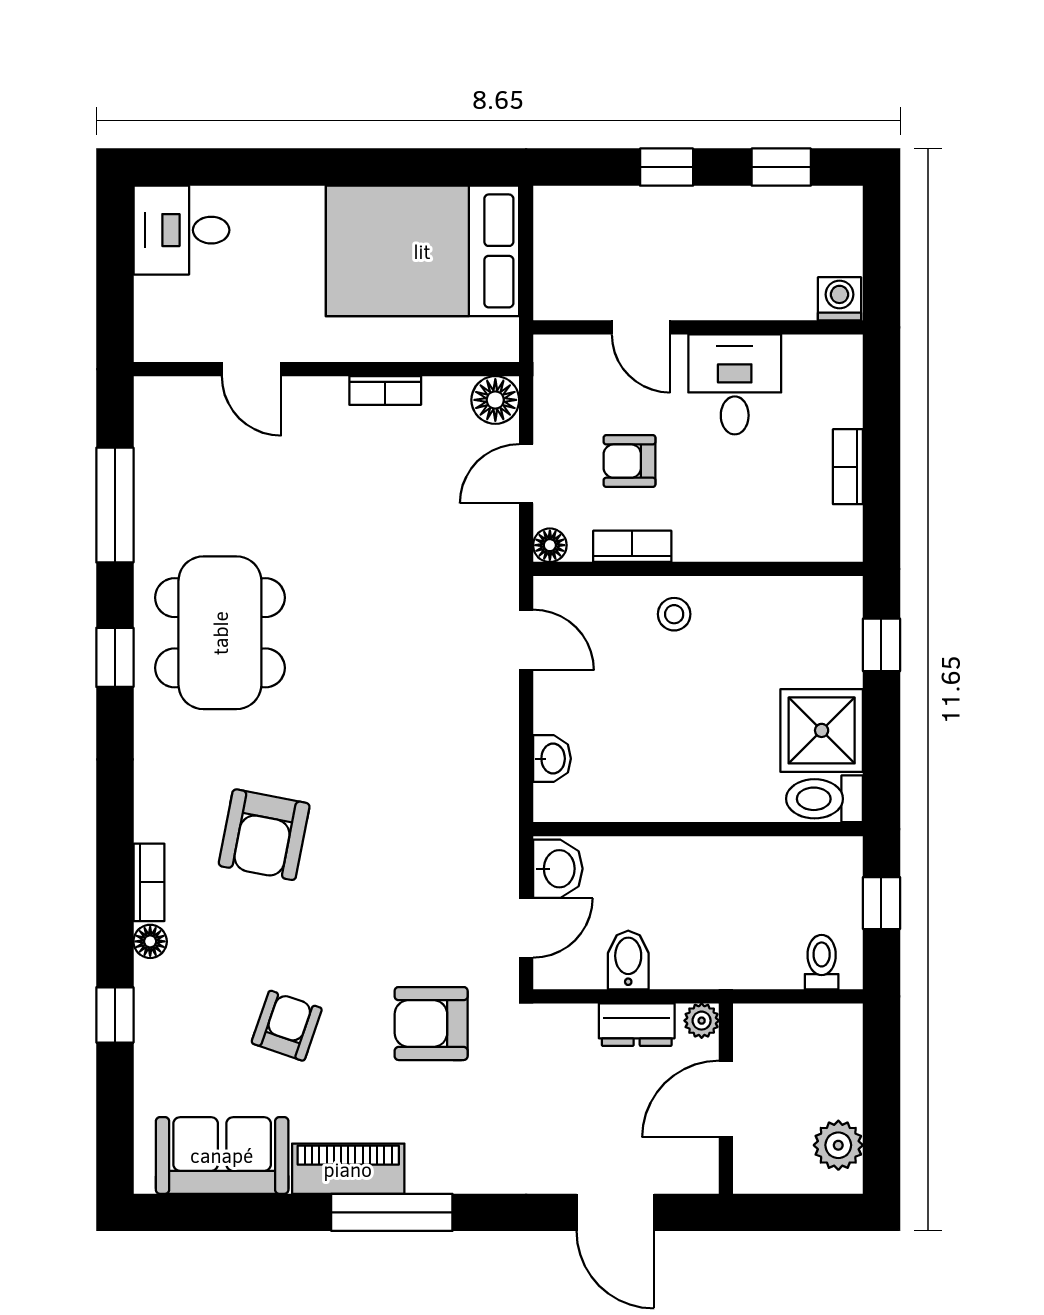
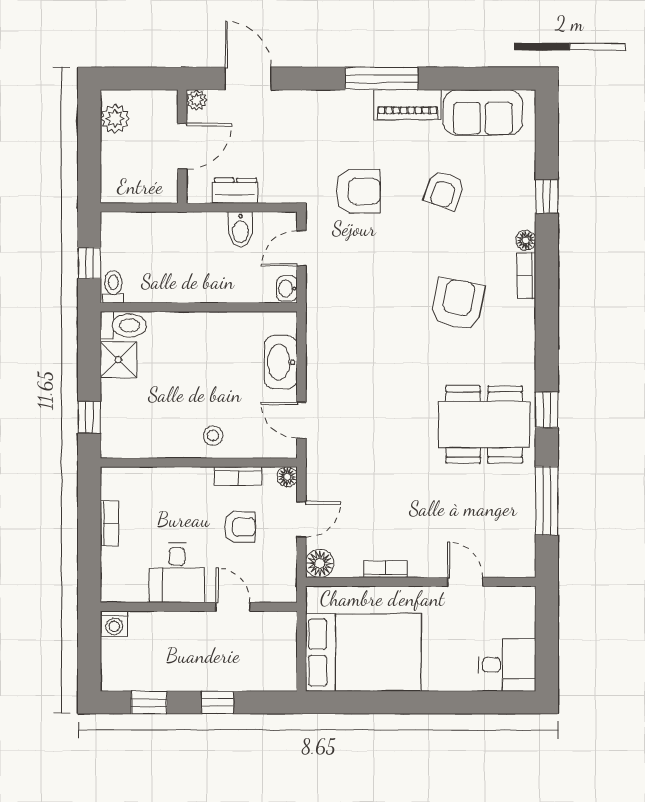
dining table: (220, 633) -> (484, 425), turned 90
shower: (822, 730) -> (118, 360), width x0.73, depth x0.73
washbasin: (552, 759) -> (281, 362), width x1.91, depth x1.45
washbasin: (558, 869) -> (287, 288), width x0.72, depth x0.69
toilet: (822, 962) -> (113, 287), moved, turned 180
plant: (702, 1021) -> (197, 100), moved

